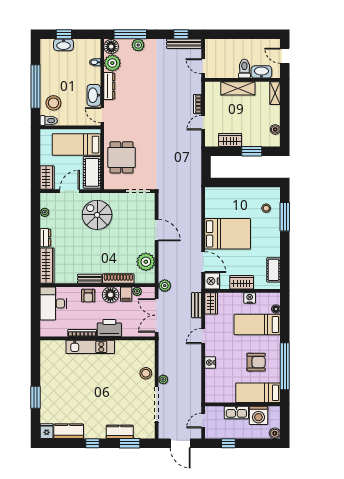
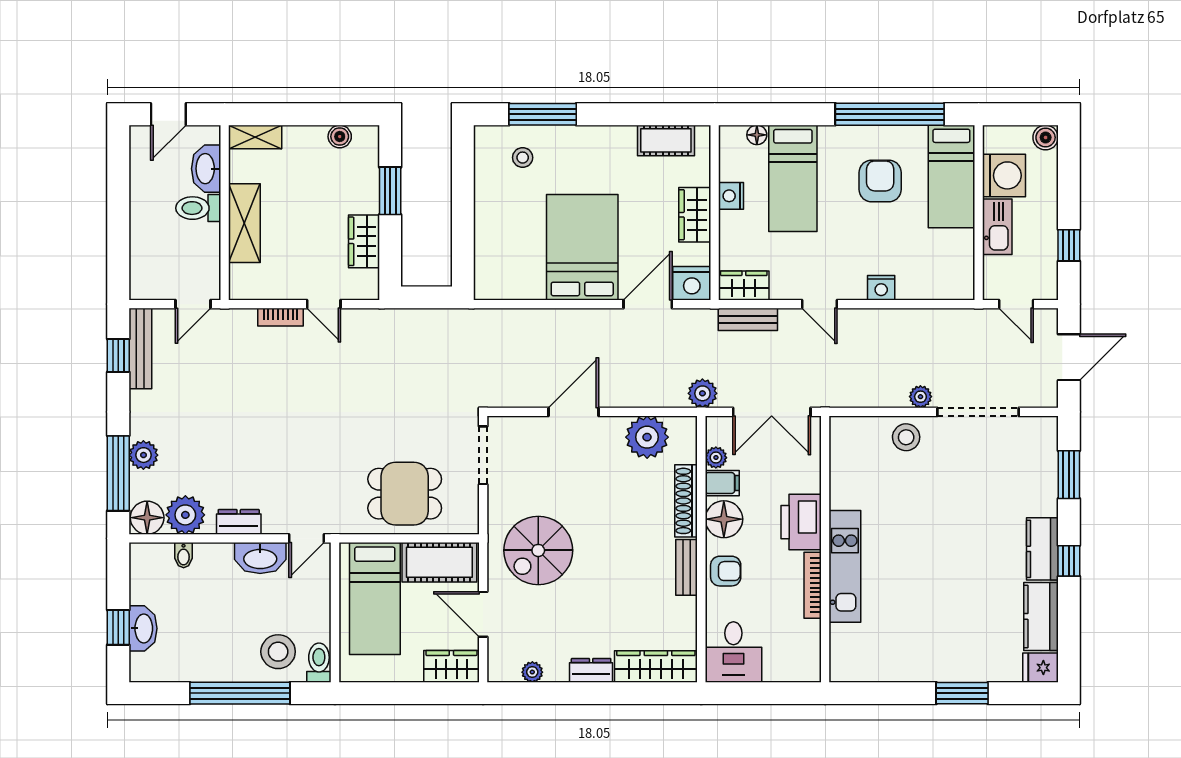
dresser: (109, 86) -> (239, 522), width x0.70
desk: (53, 303) -> (733, 652), width x0.73
kitchen counter: (120, 432) -> (1042, 549), moved

